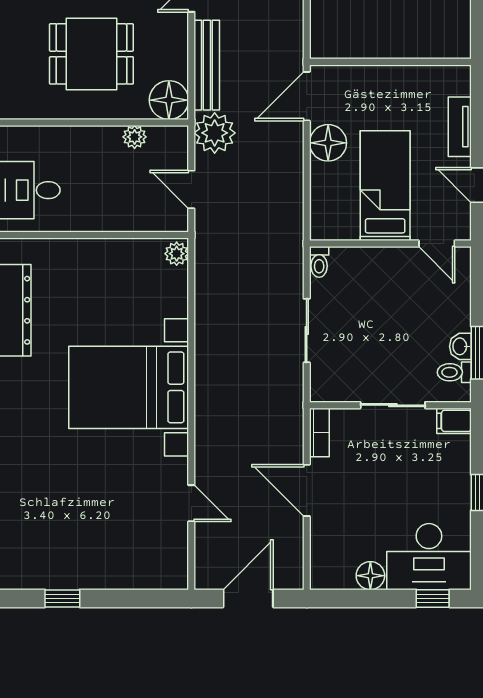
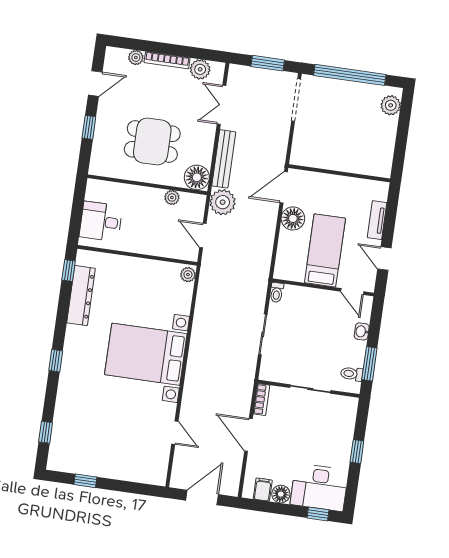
washbasin: (460, 346) -> (362, 331), moved
filing cabinet: (454, 421) -> (263, 490), moved, turned 90

